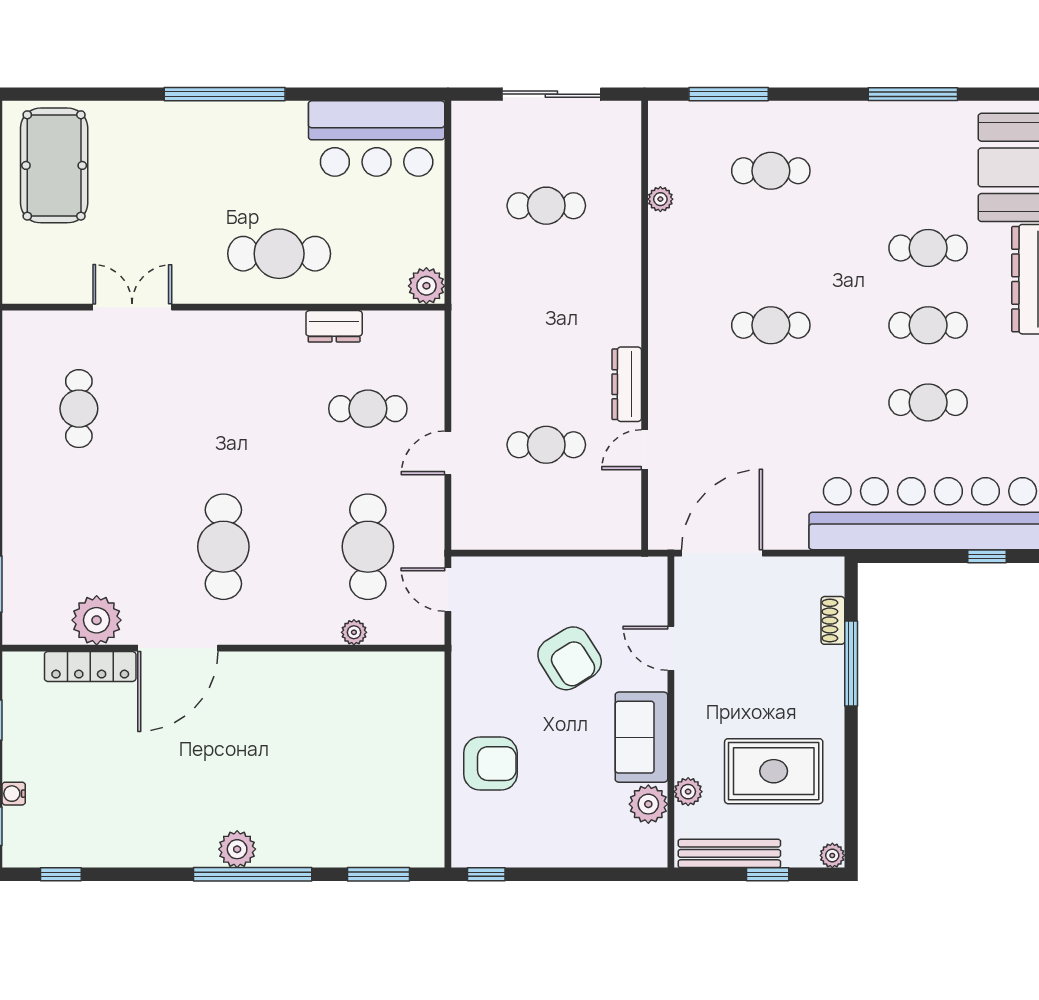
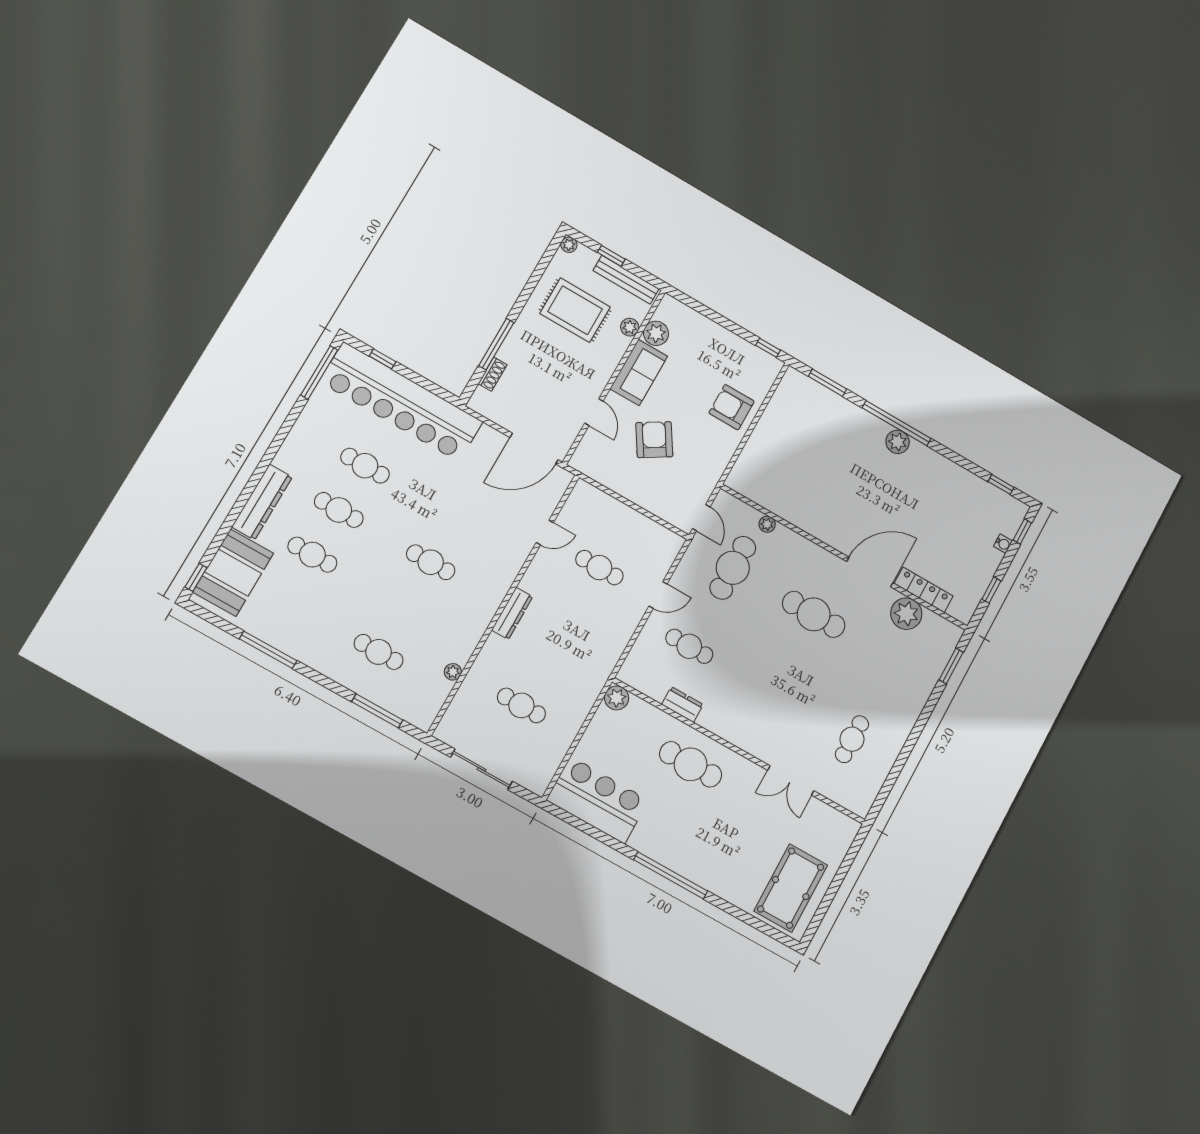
dresser: (627, 384) -> (512, 613), moved
cafe table: (223, 547) -> (814, 614), turned 90

